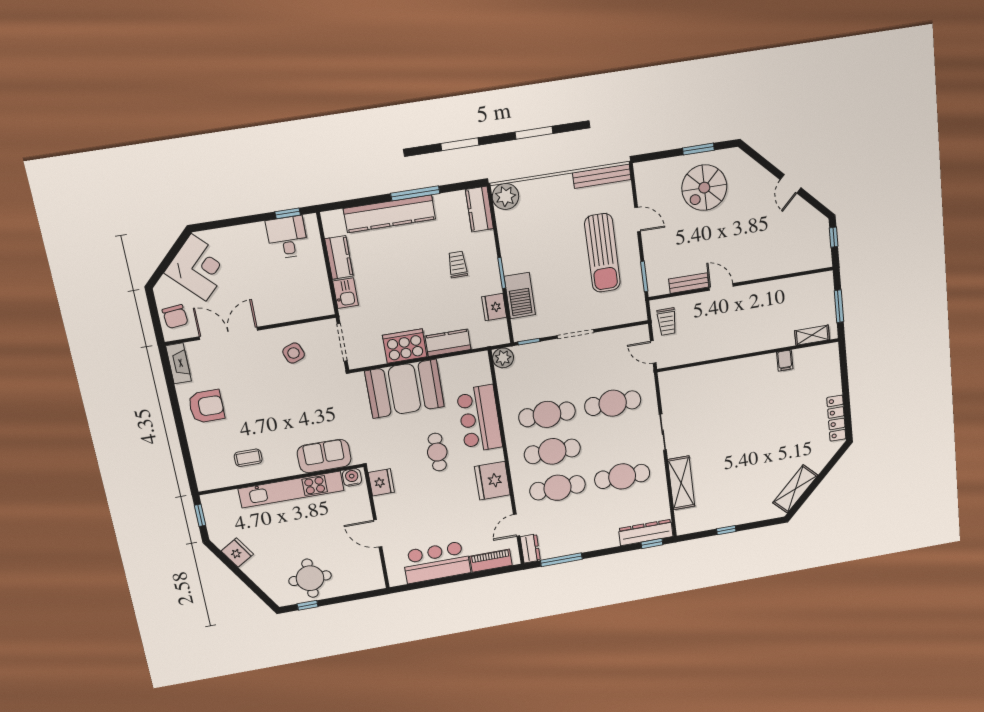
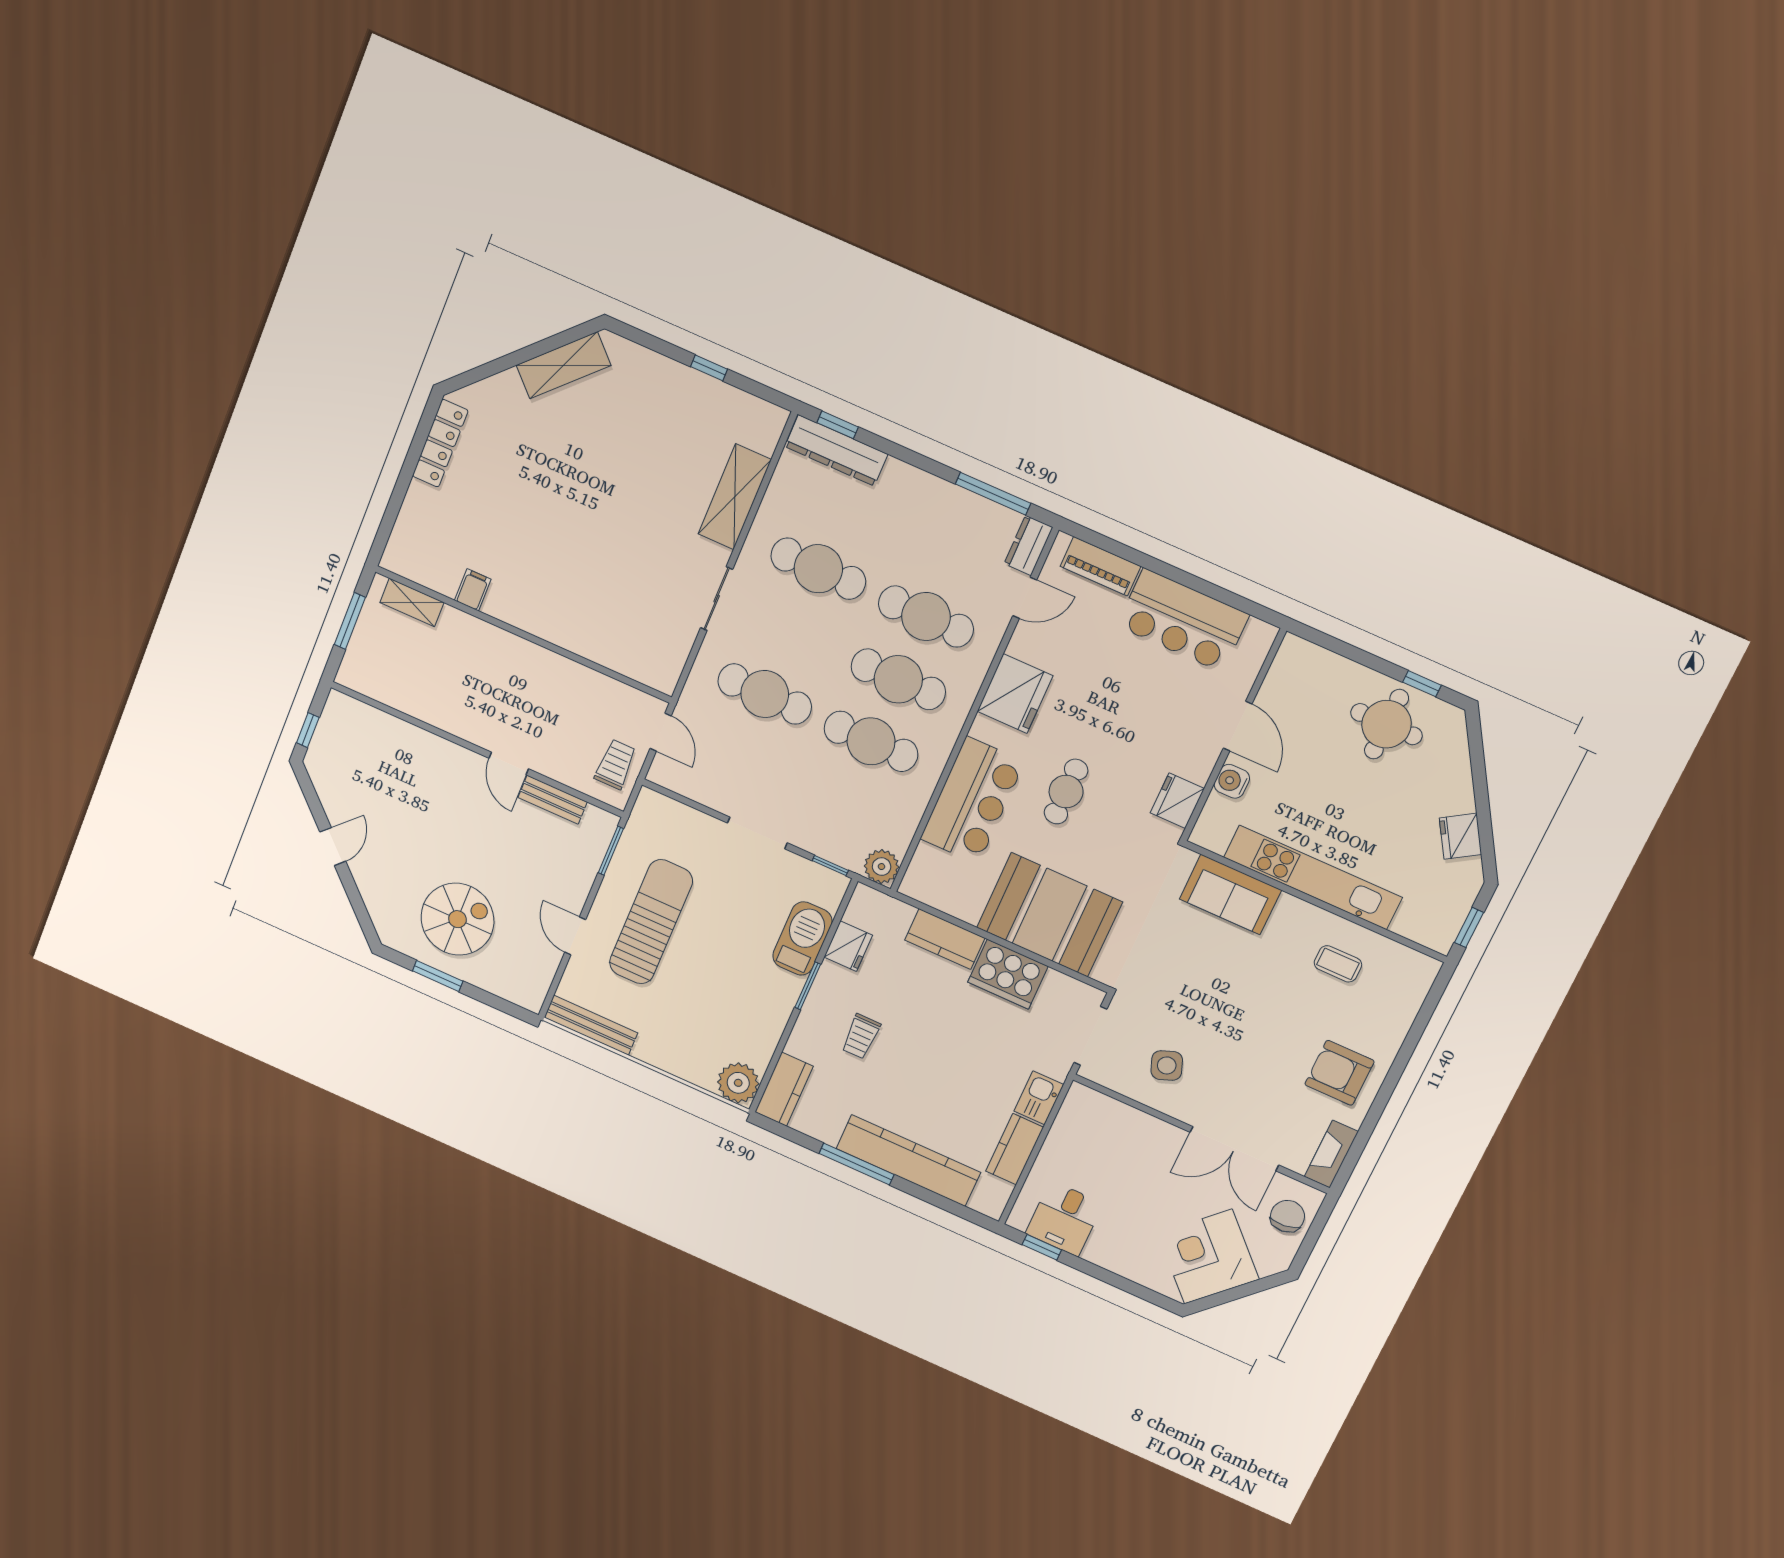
water cooler: (352, 477) -> (1232, 781), moved, turned 90

